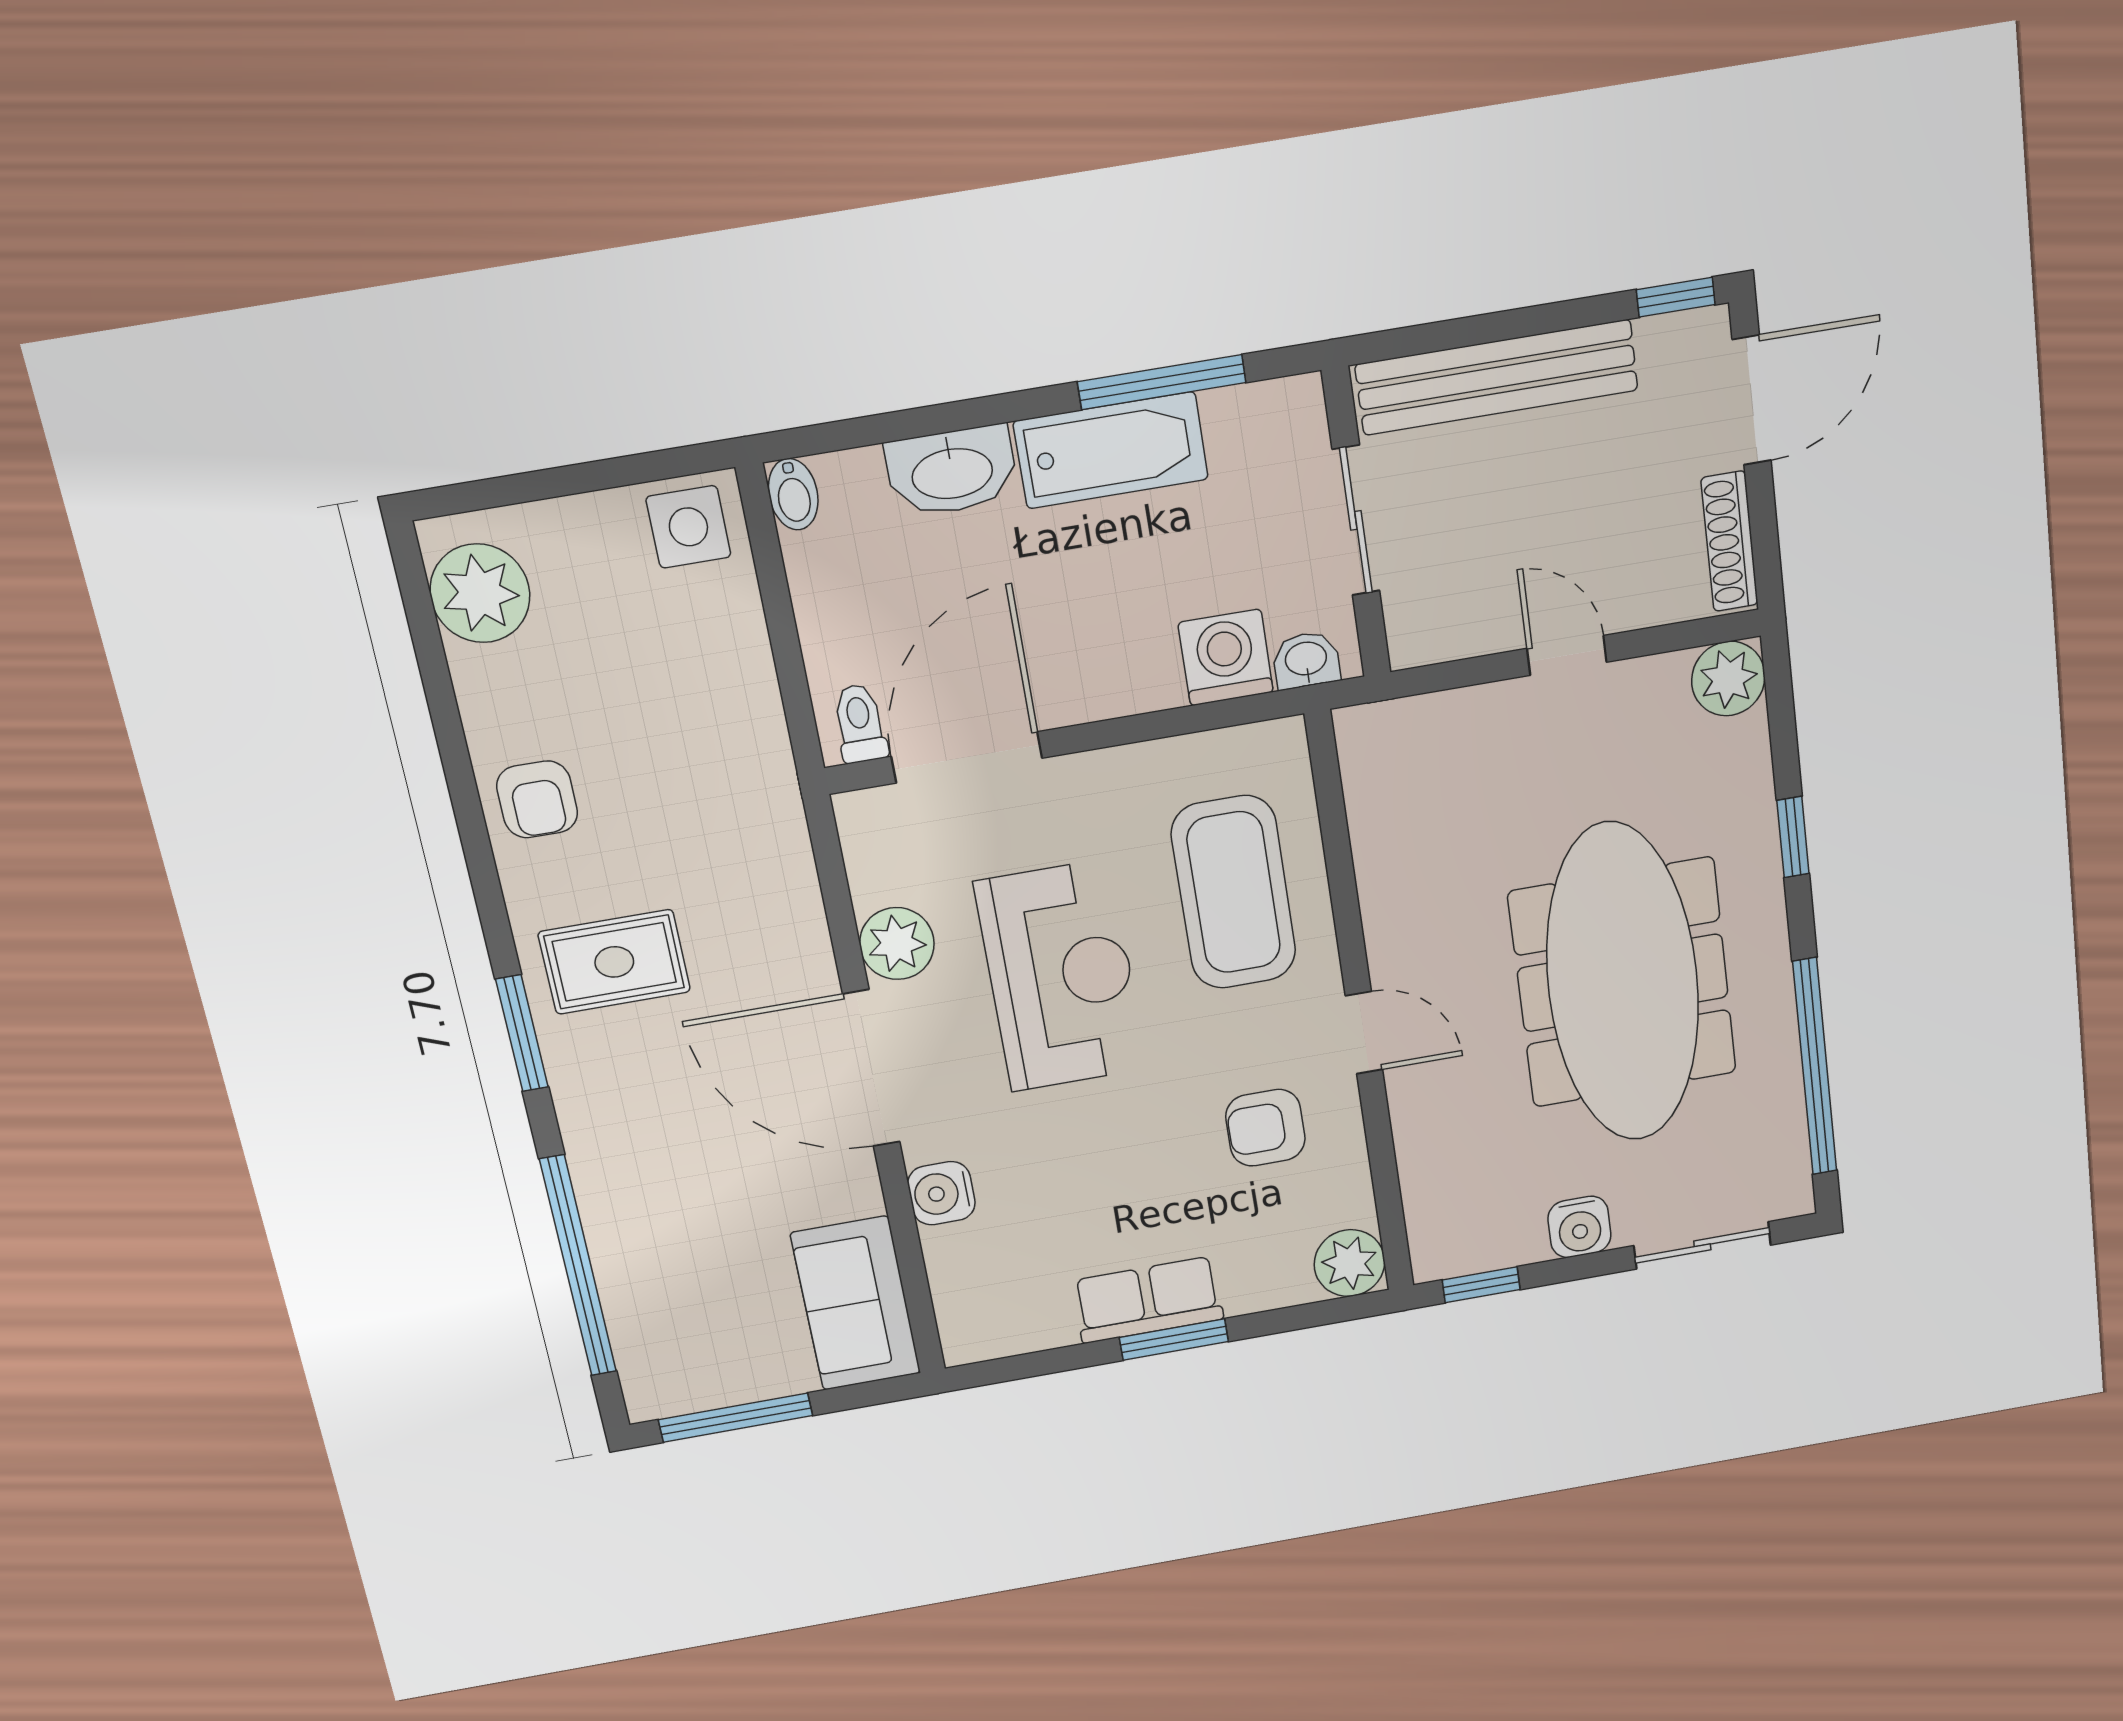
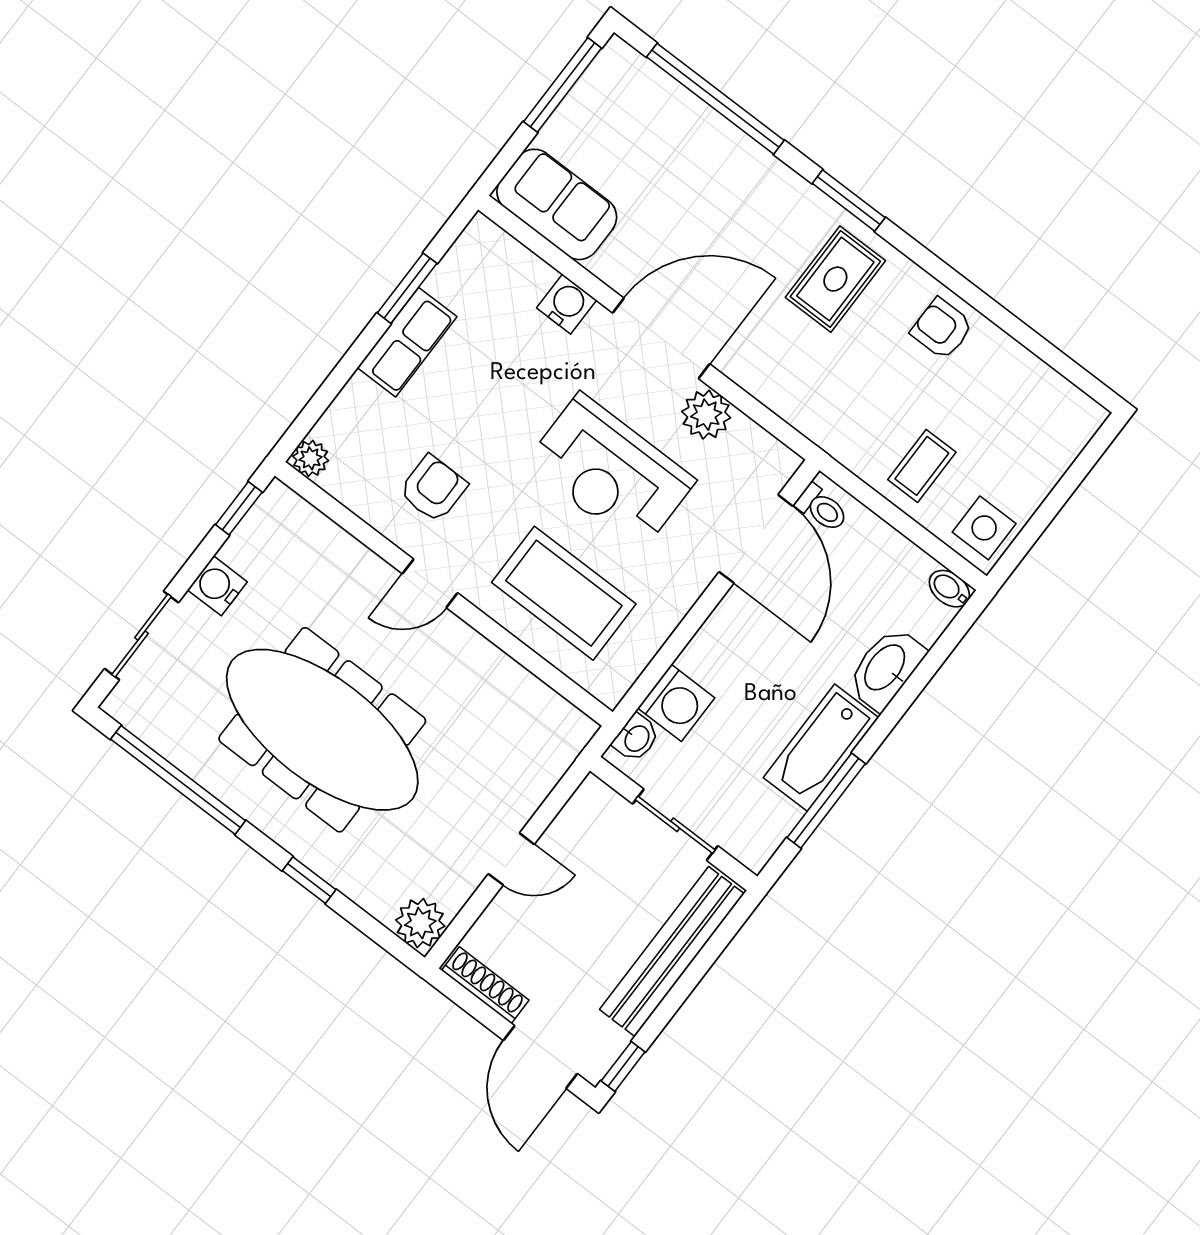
plant: (480, 593) -> (1053, 406), removed
coffee table: (699, 666) -> (922, 466), added
plant: (1350, 1263) -> (311, 458), width x0.73, depth x0.73
window: (1174, 1340) -> (407, 288), moved

